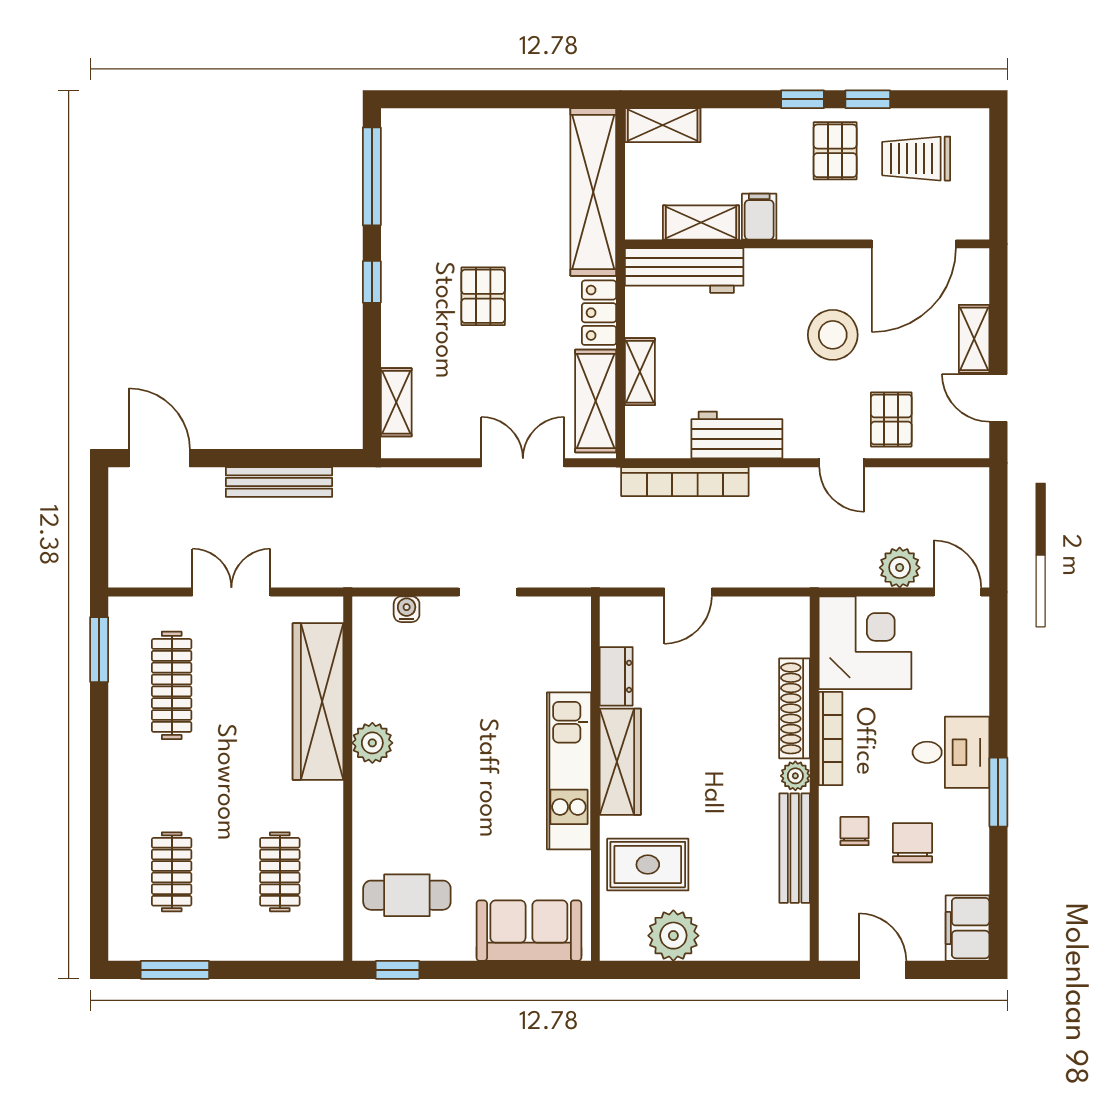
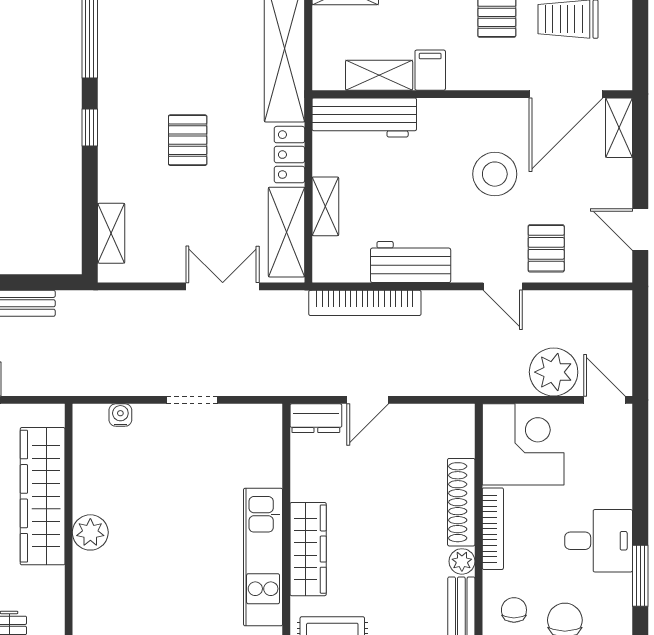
shelving: (974, 339) -> (619, 128), moved
plant: (900, 568) -> (554, 372), width x1.36, depth x1.36
dresser: (616, 676) -> (316, 418), moved, turned 90

